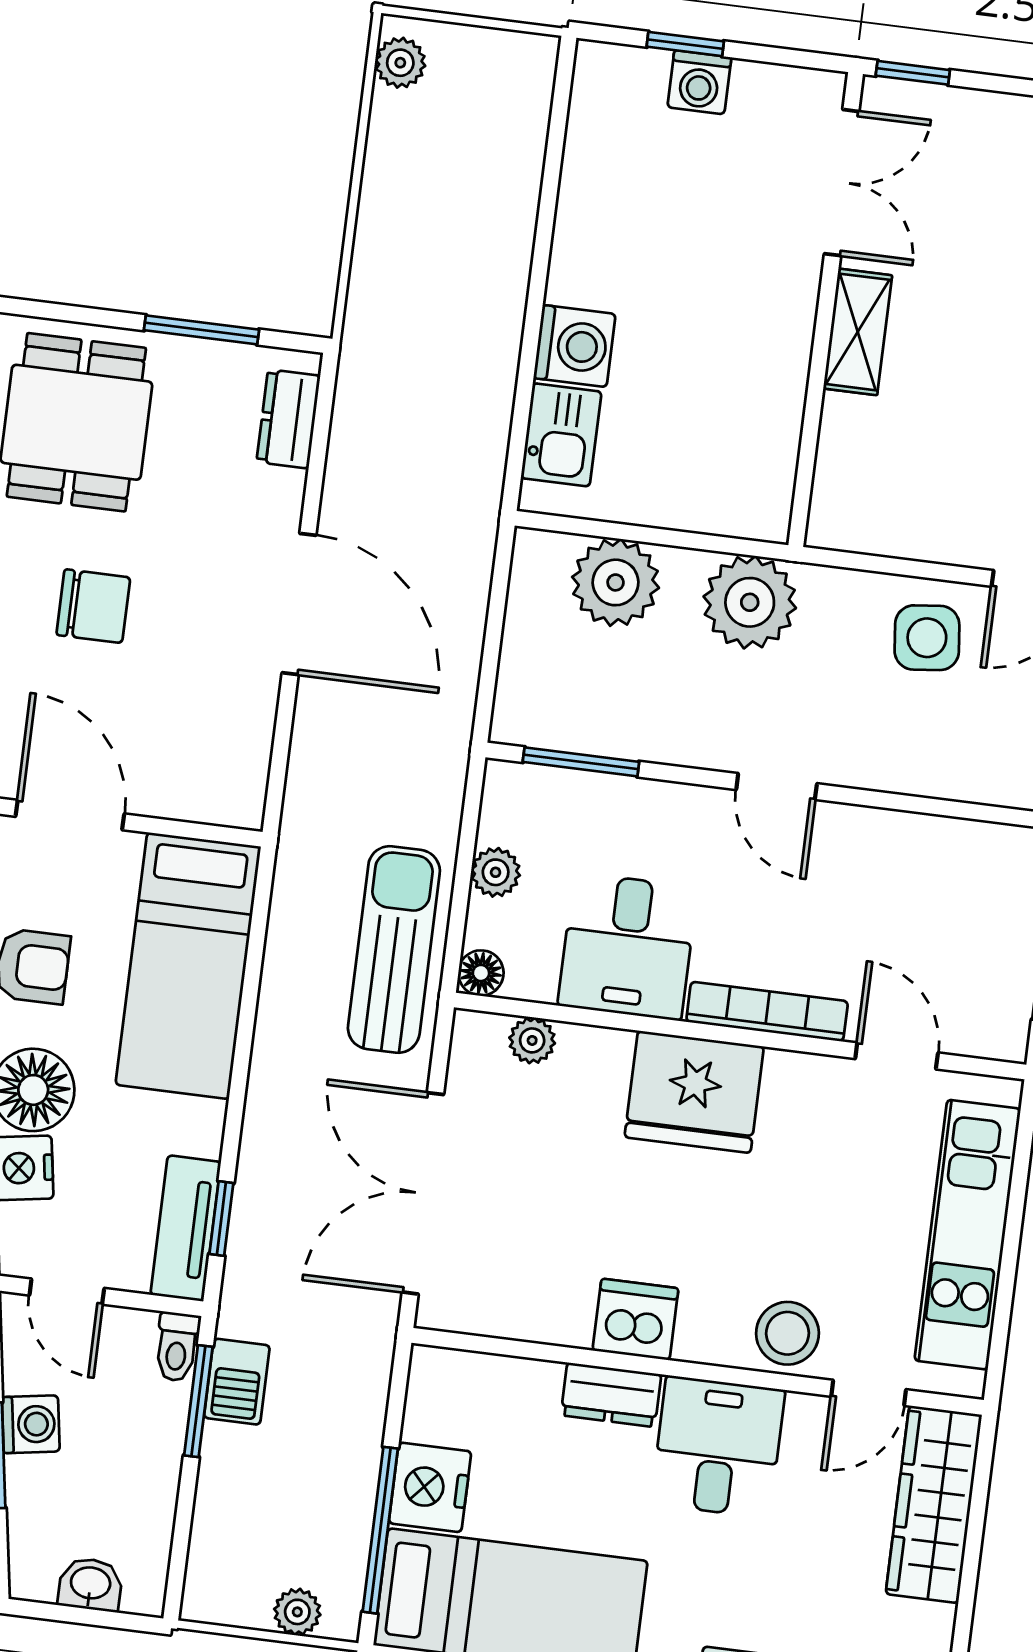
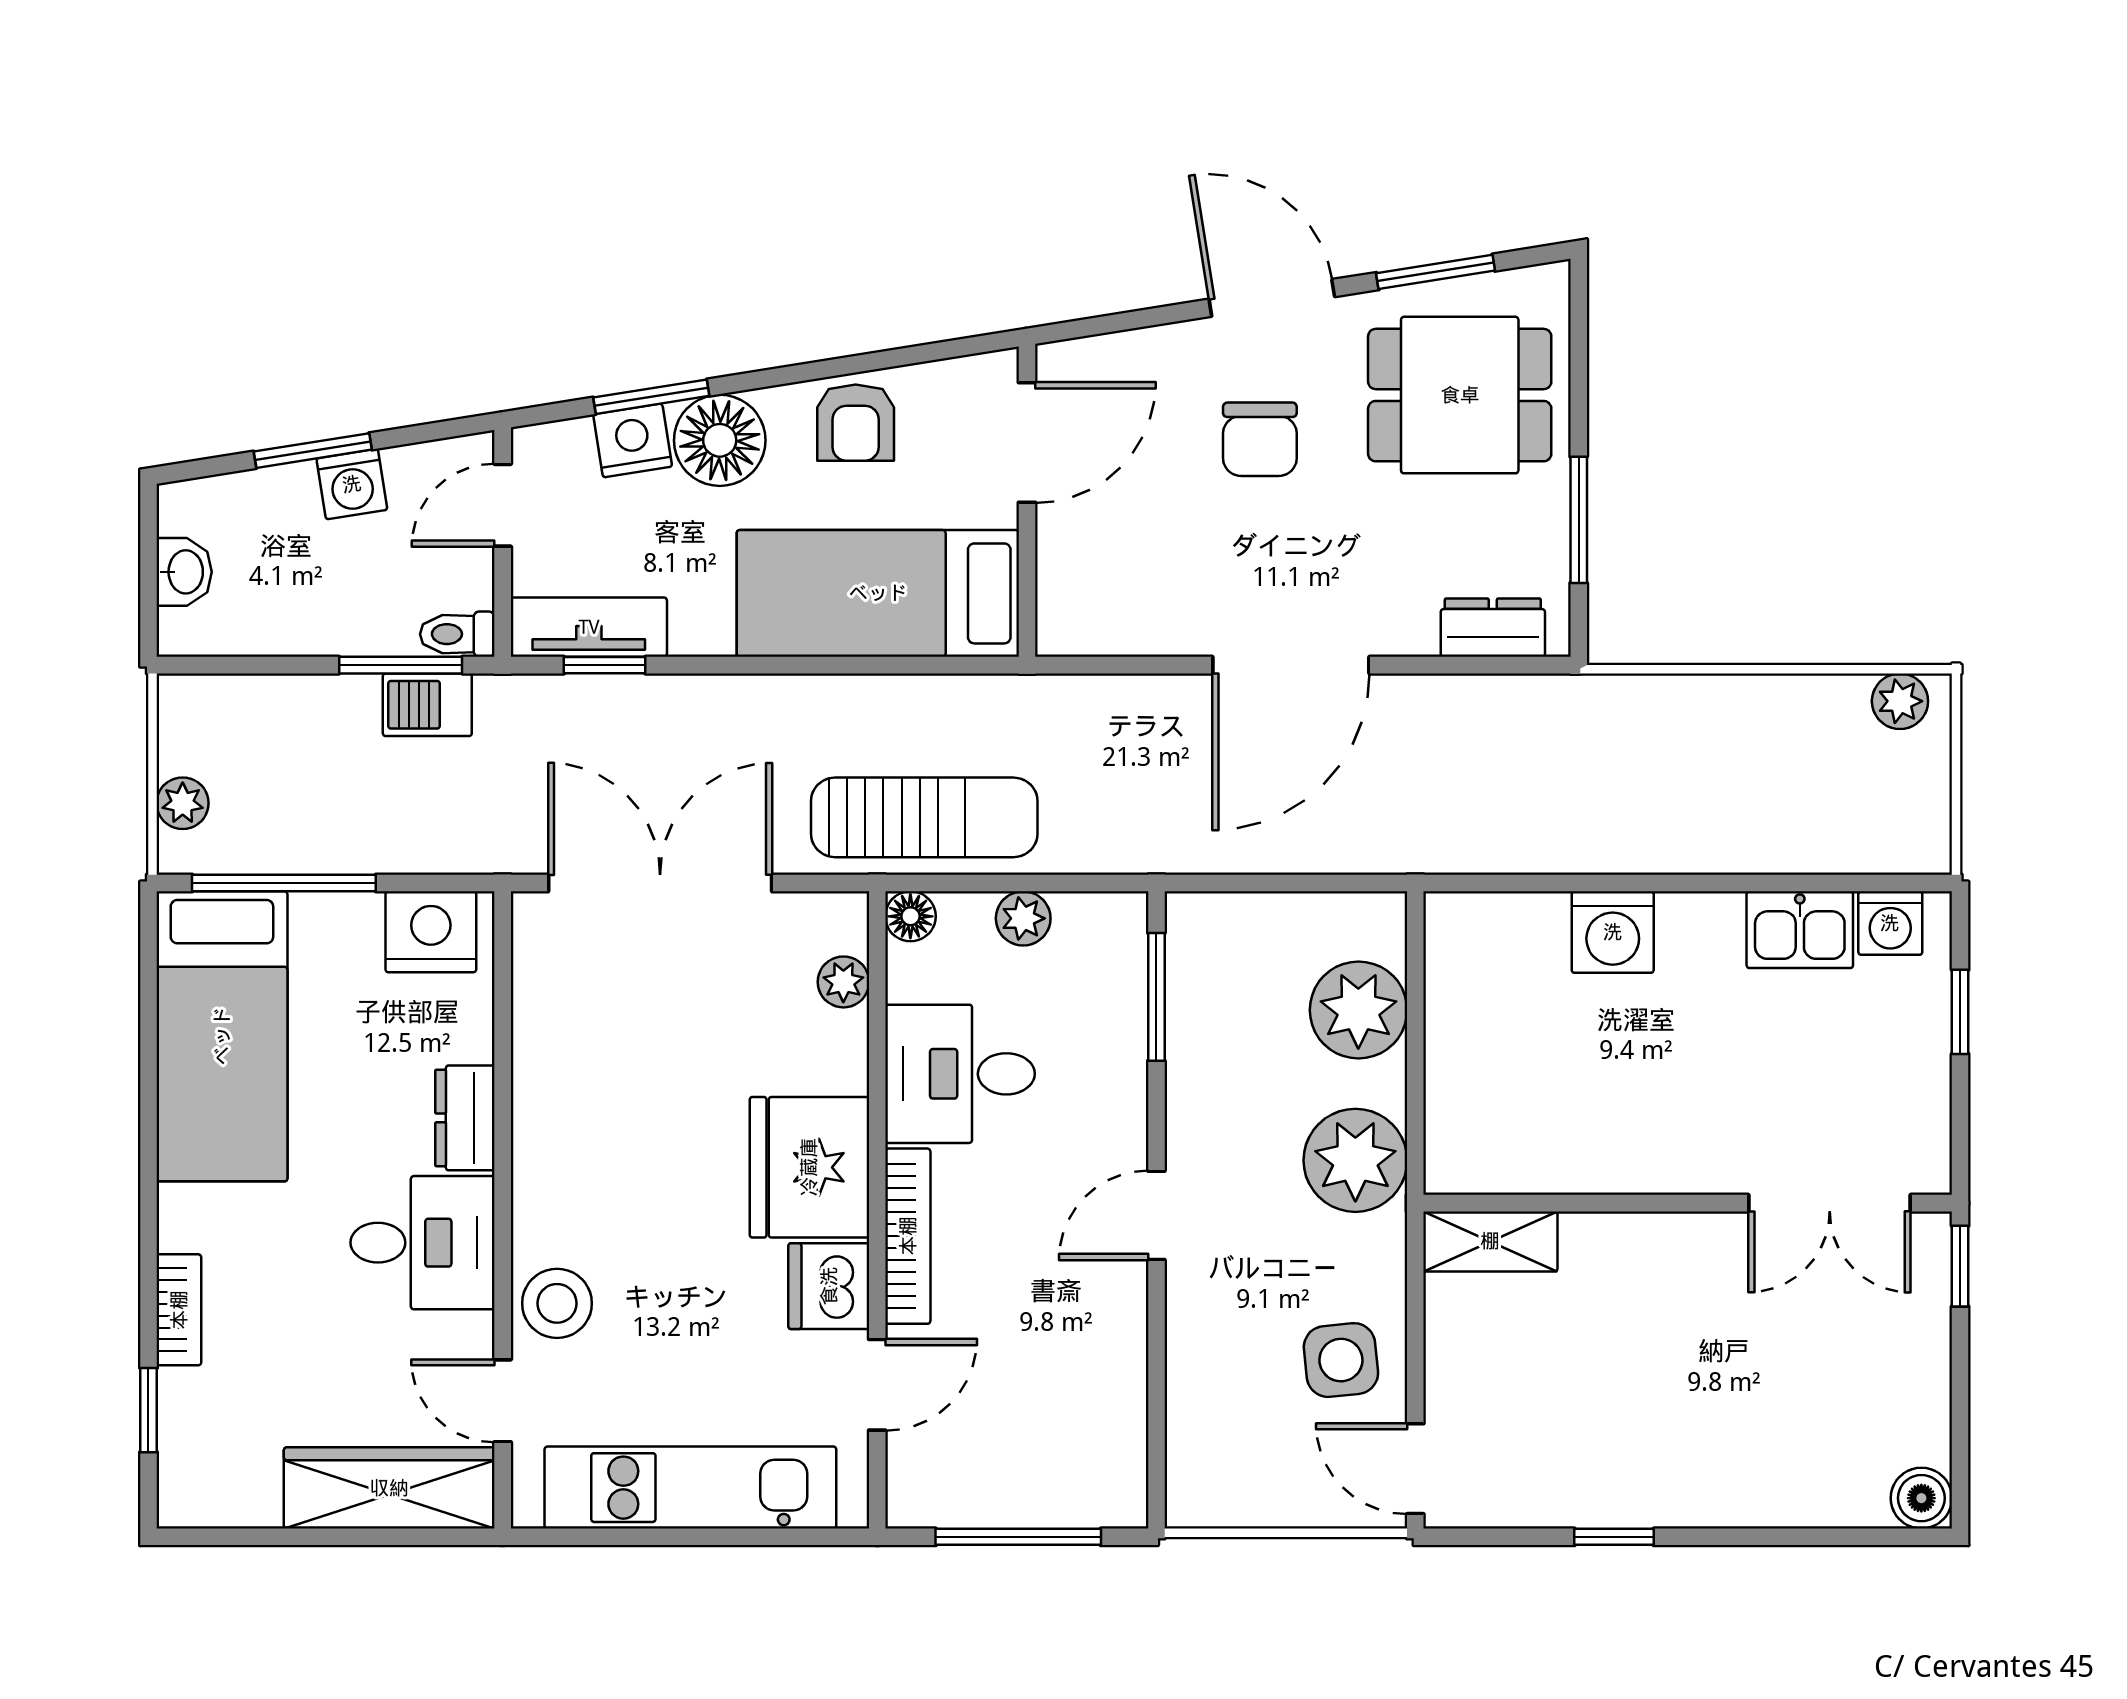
washing machine: (699, 82) -> (1890, 923), moved, turned -90
shelving: (858, 332) -> (1490, 1241), moved
kitchen sink: (561, 435) -> (1800, 930), moved
dishwasher: (635, 1319) -> (829, 1286), moved, turned 180
nightstand: (430, 1487) -> (431, 932), moved

